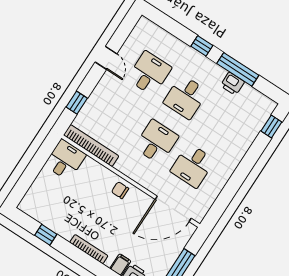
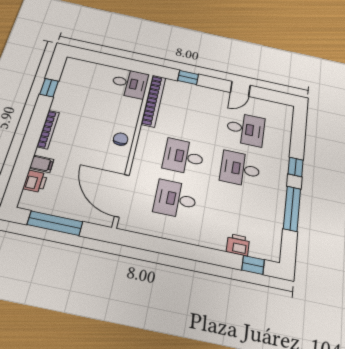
printer: (232, 84) -> (238, 245), moved, turned 90
desk: (156, 142) -> (184, 157), turned 180

